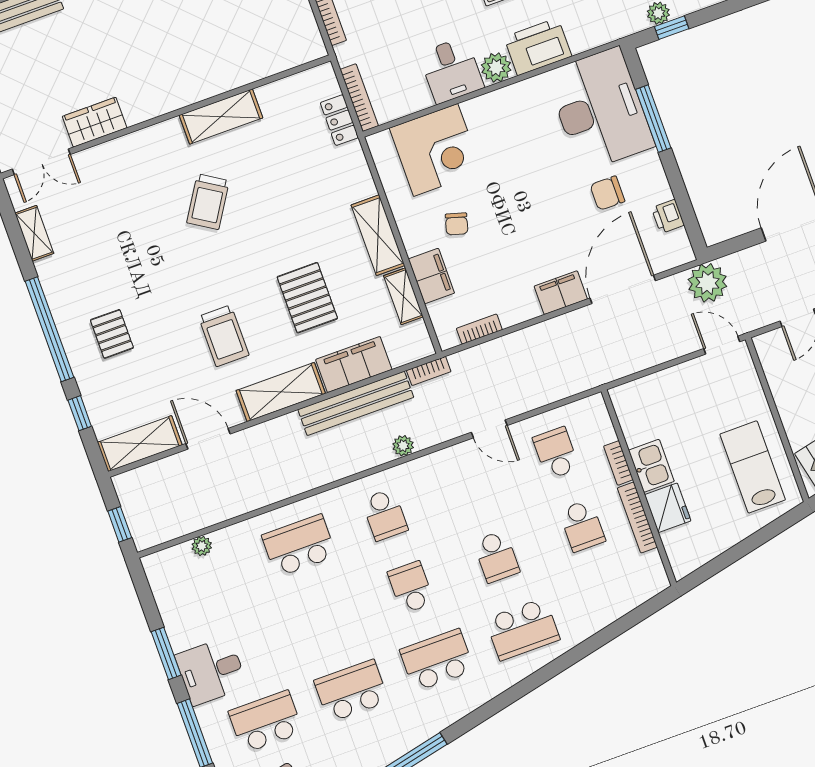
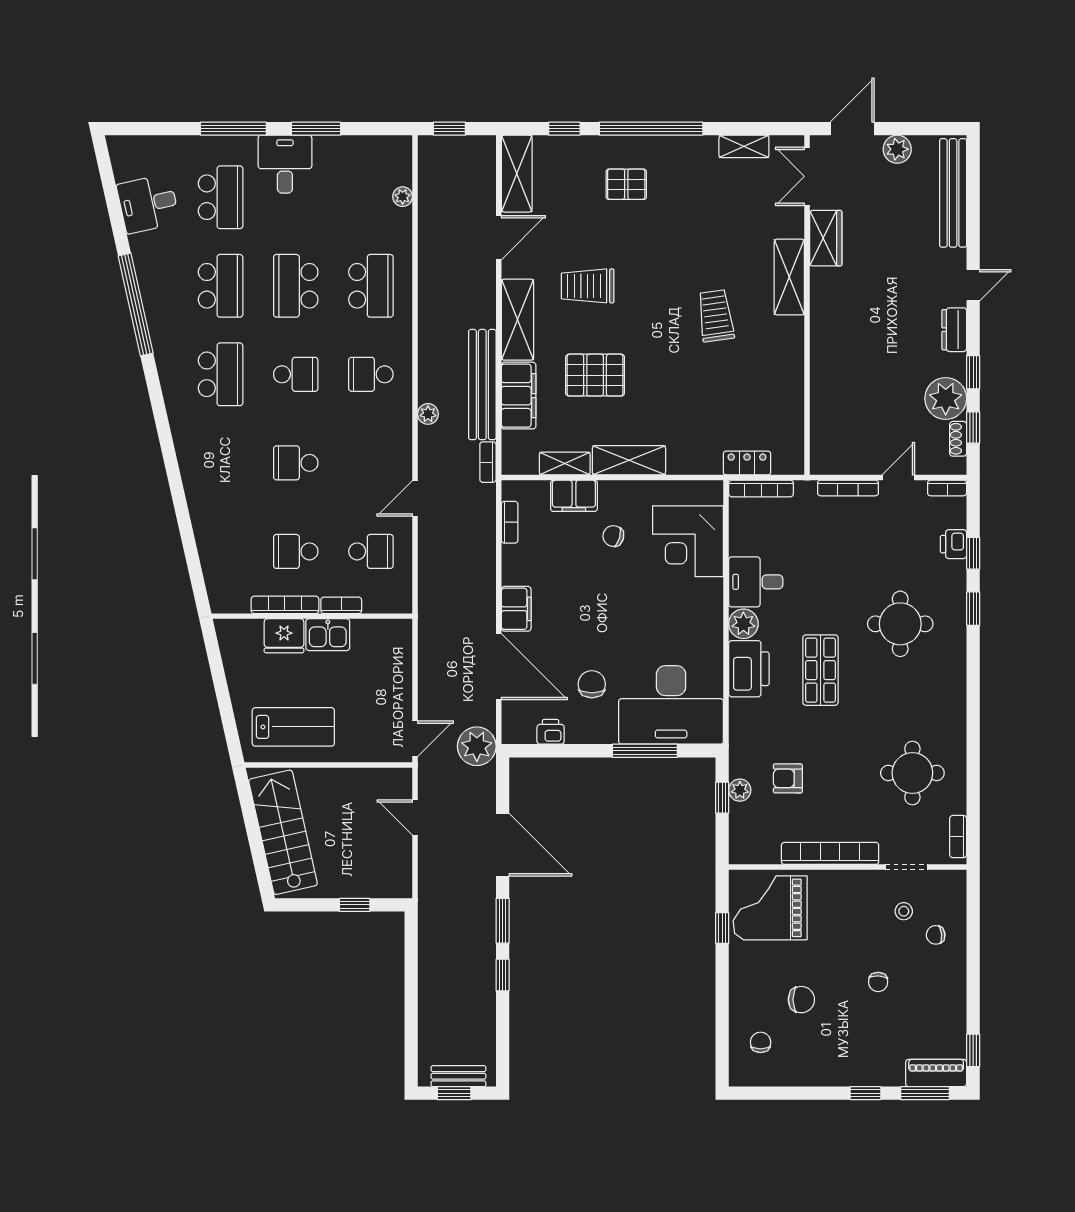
shelving: (221, 117) -> (789, 277), moved
trolley: (208, 202) -> (716, 316), turned 50
school desk: (523, 629) -> (296, 286), moved

